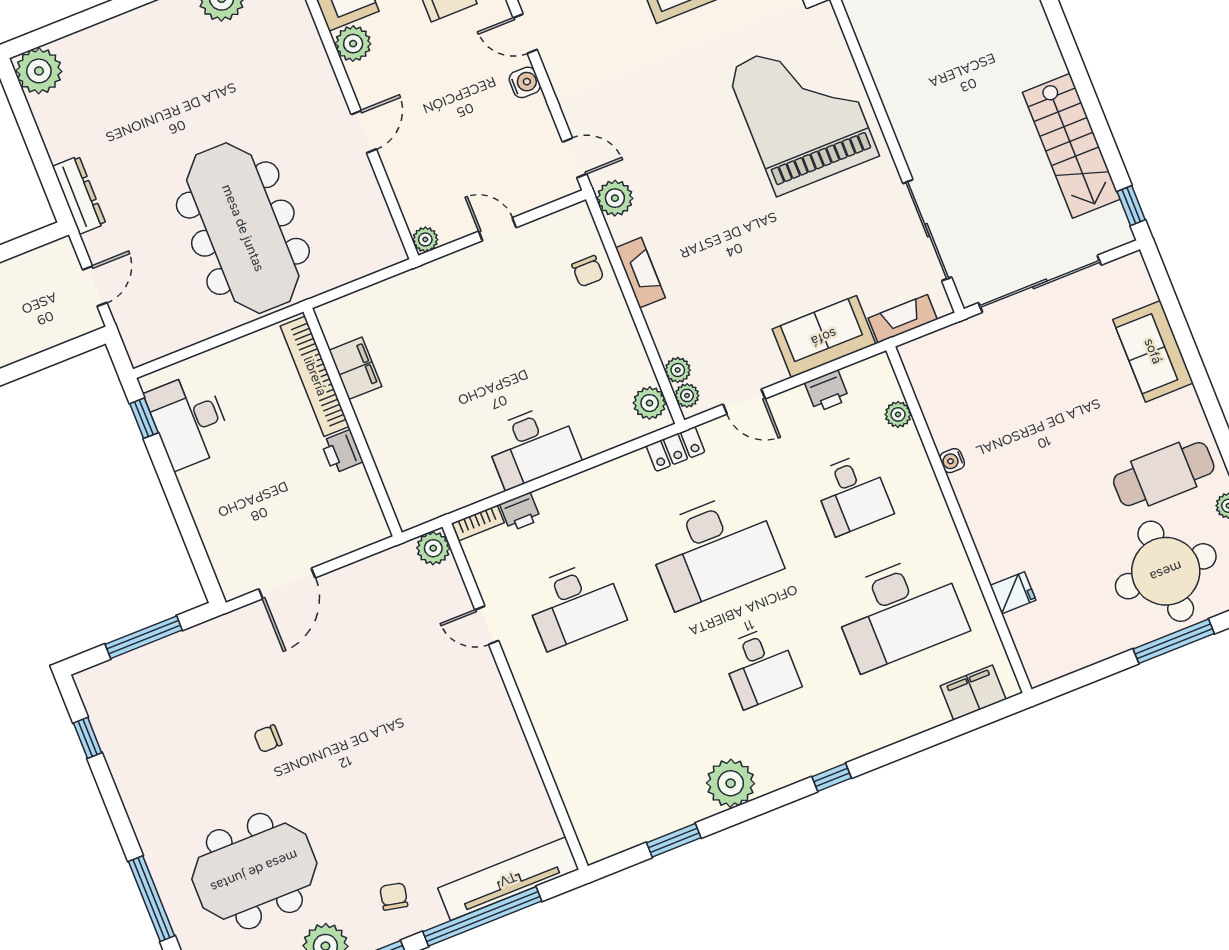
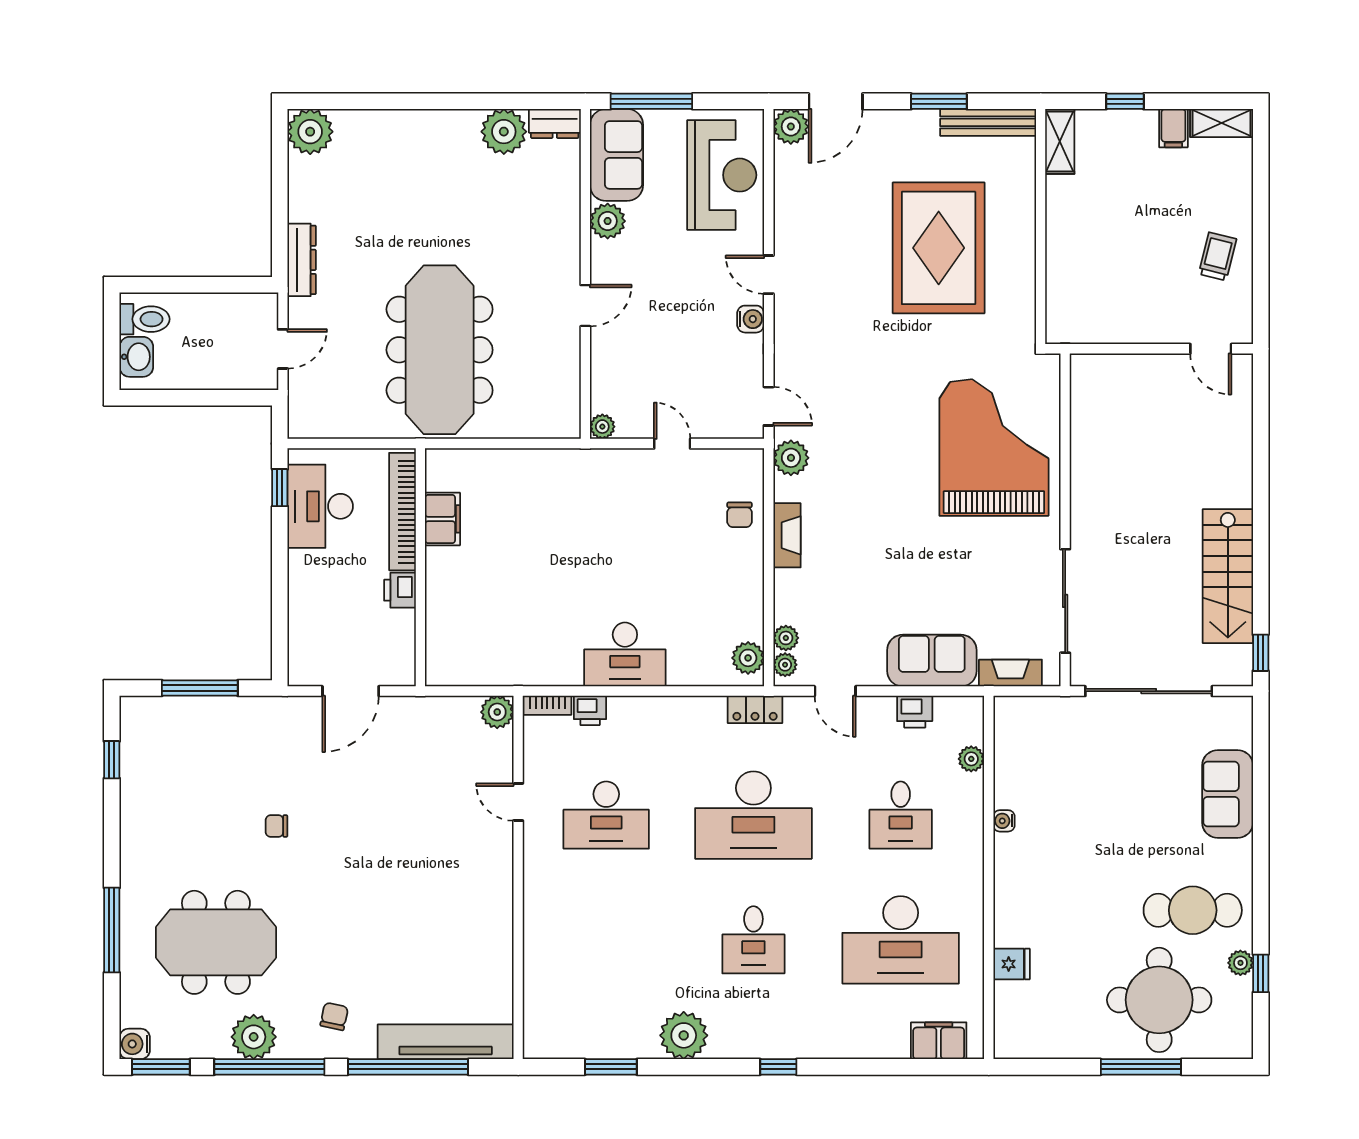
filing cabinet: (355, 368) -> (443, 519), moved
bookcase: (315, 376) -> (402, 512), moved
wall: (353, 422) -> (420, 567), moved
printer: (342, 451) -> (400, 590), moved

